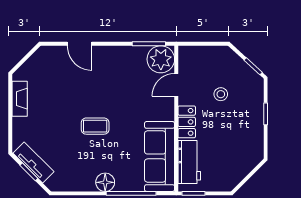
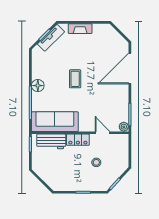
door: (80, 44) -> (130, 68), width x1.88
plant: (161, 59) -> (124, 127), width x0.53, depth x0.53
fireplace: (20, 99) -> (80, 29), moved

